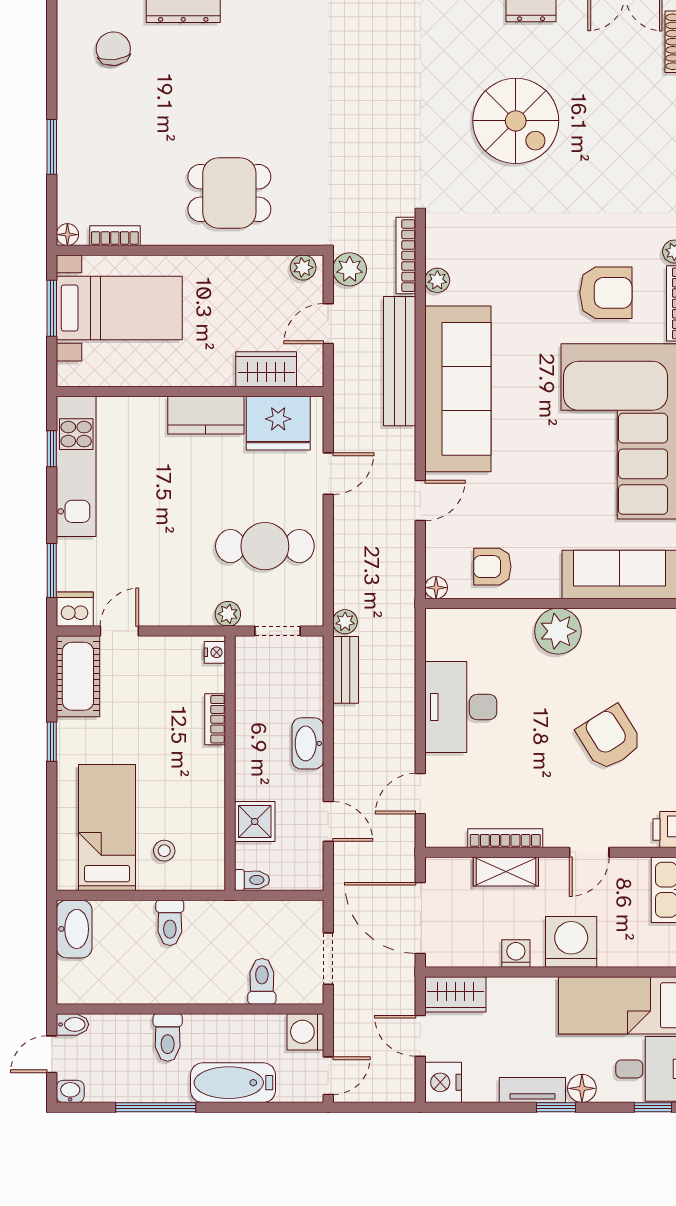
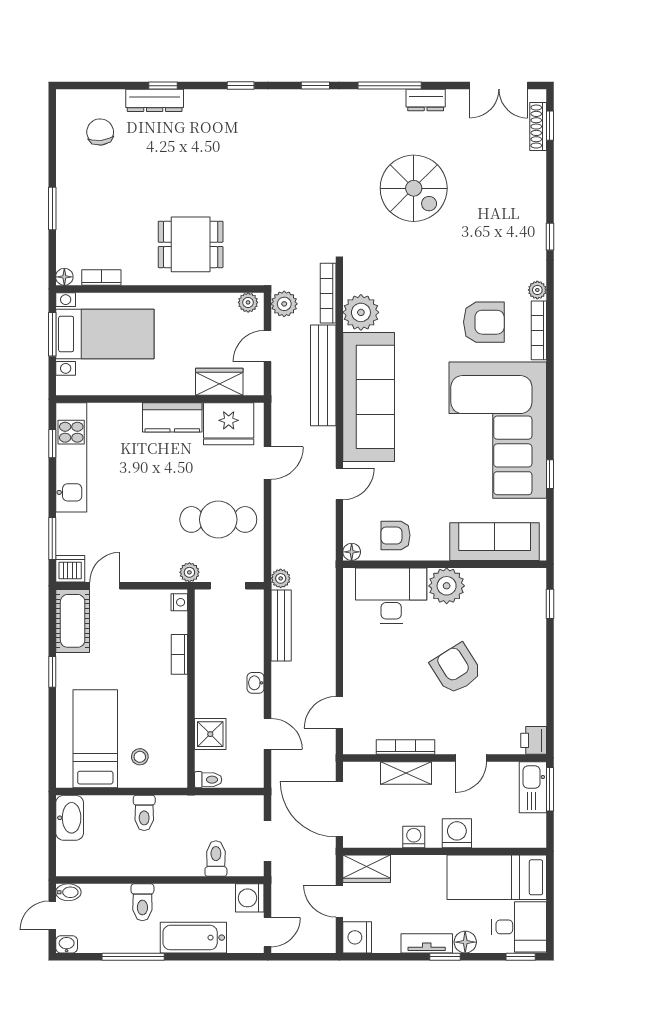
plant: (437, 280) -> (361, 312), width x1.88, depth x1.88
bench: (346, 670) -> (281, 625), width x1.36
desk: (461, 707) -> (391, 596), moved, turned 90
armchair: (610, 738) -> (456, 669), moved
washbasin: (308, 743) -> (256, 683), width x0.52, depth x0.69
washing machine: (571, 942) -> (457, 833), width x0.73, depth x0.73

